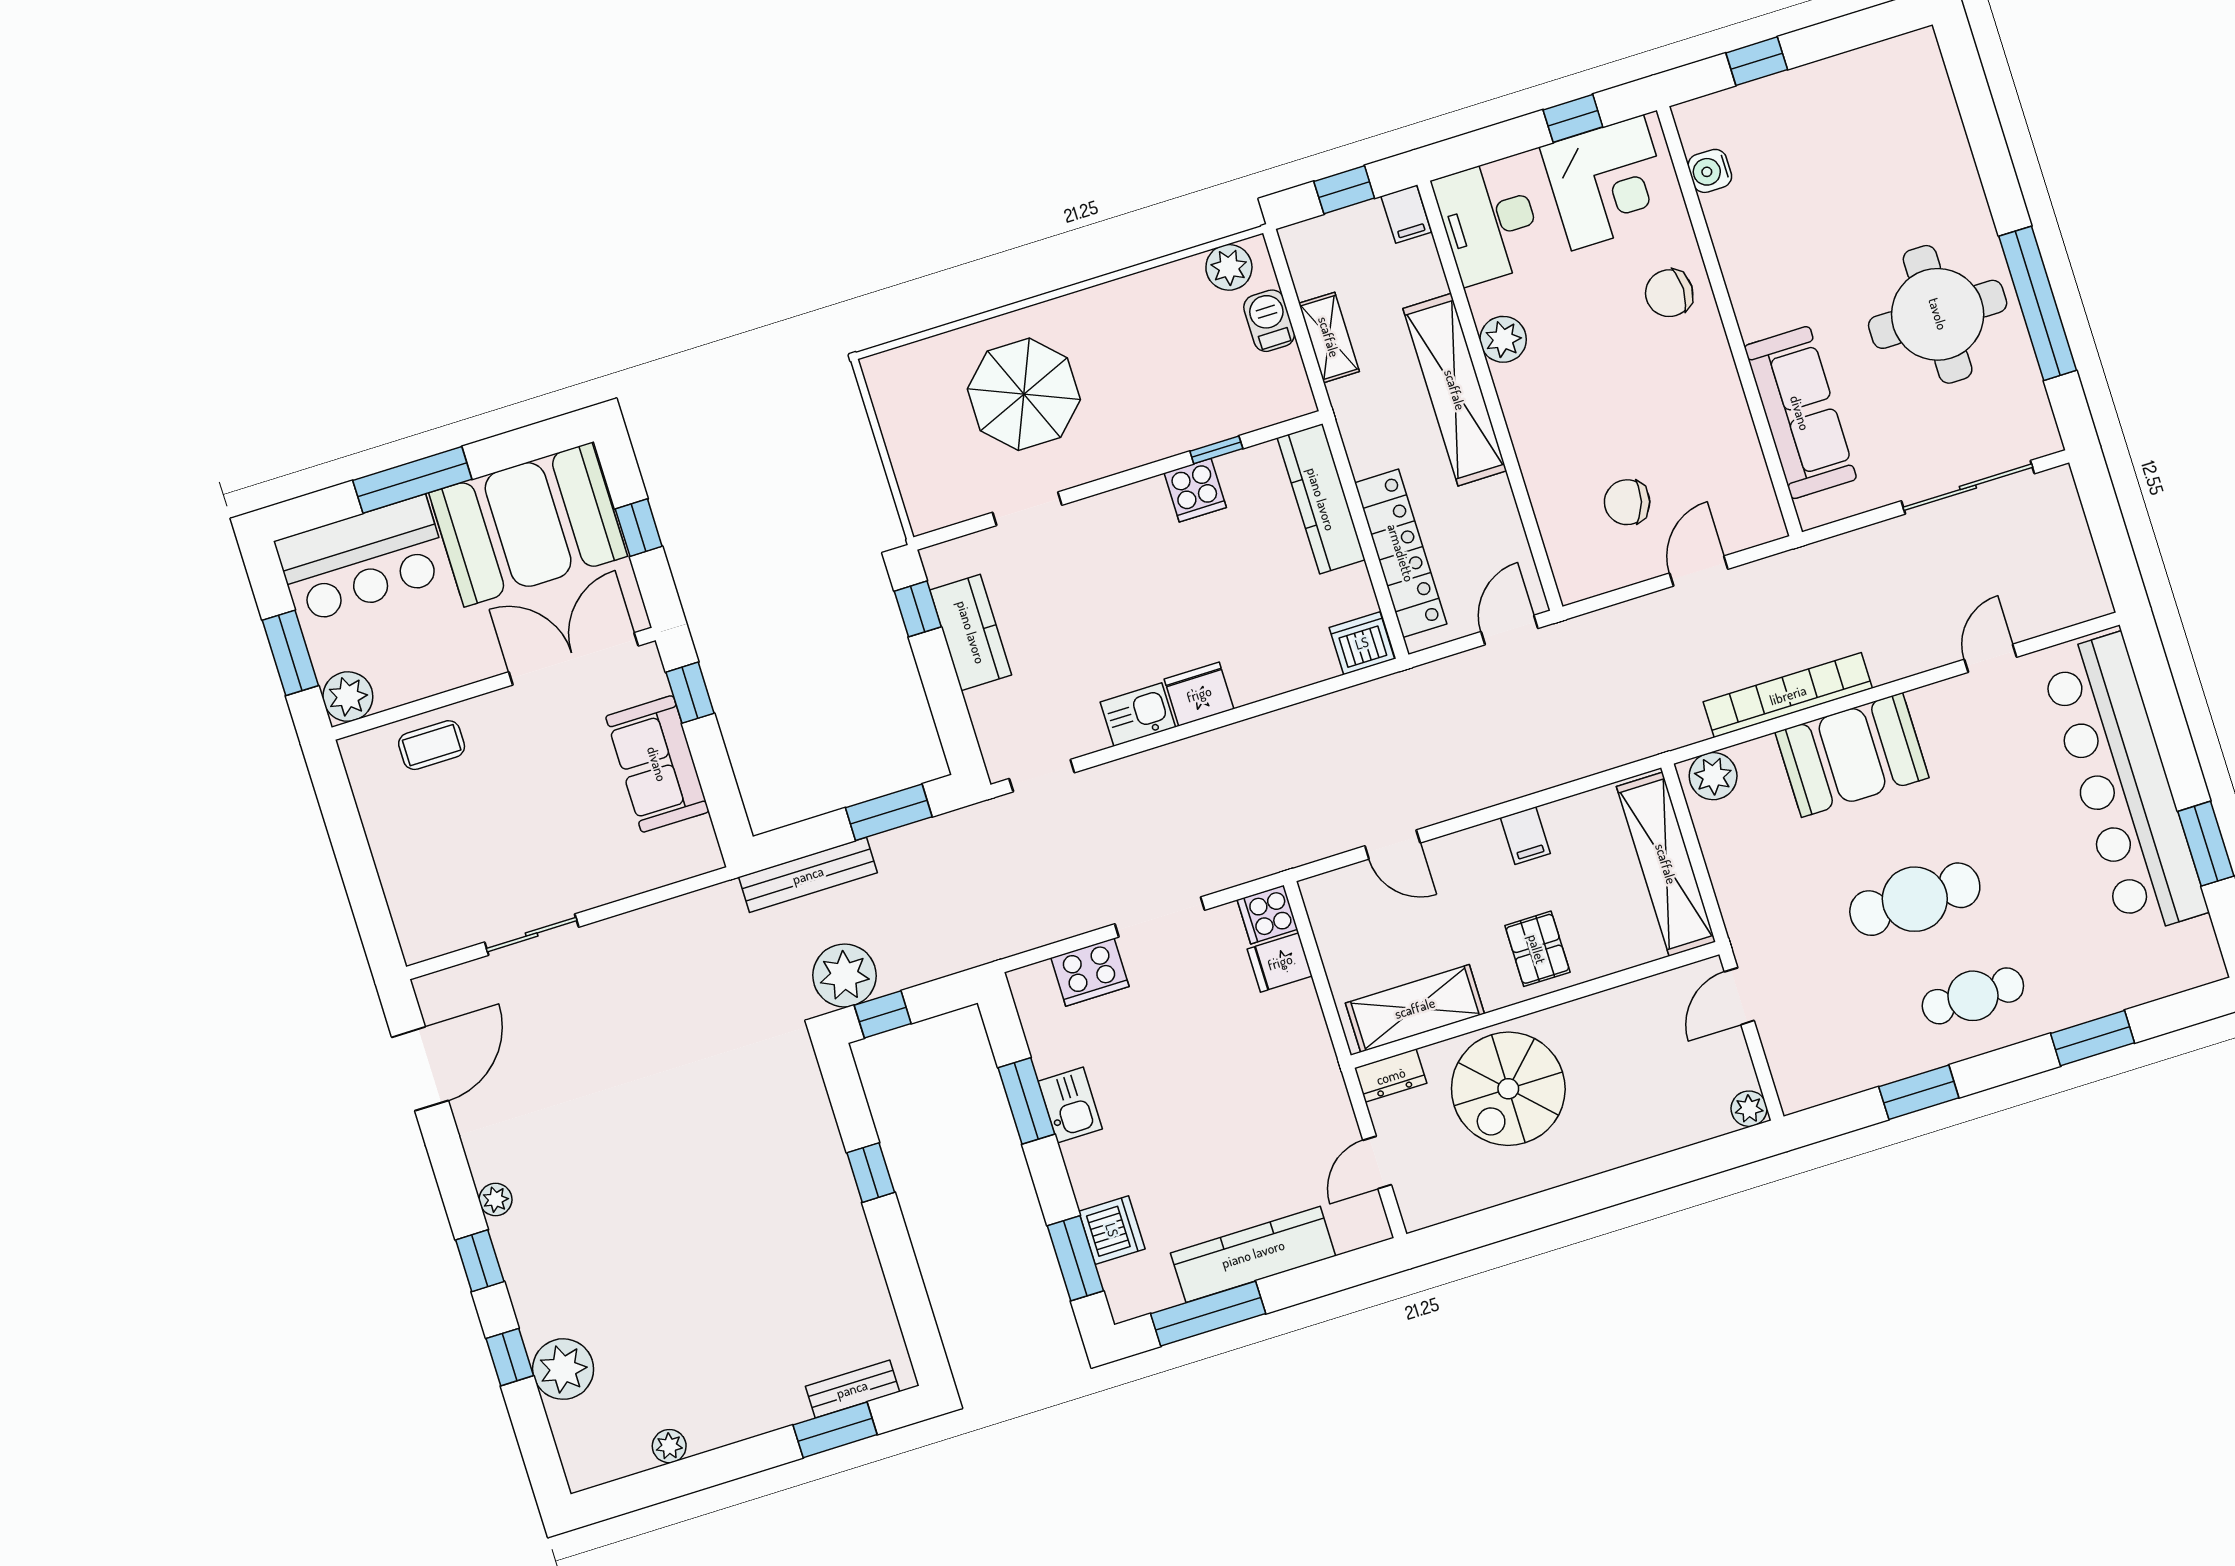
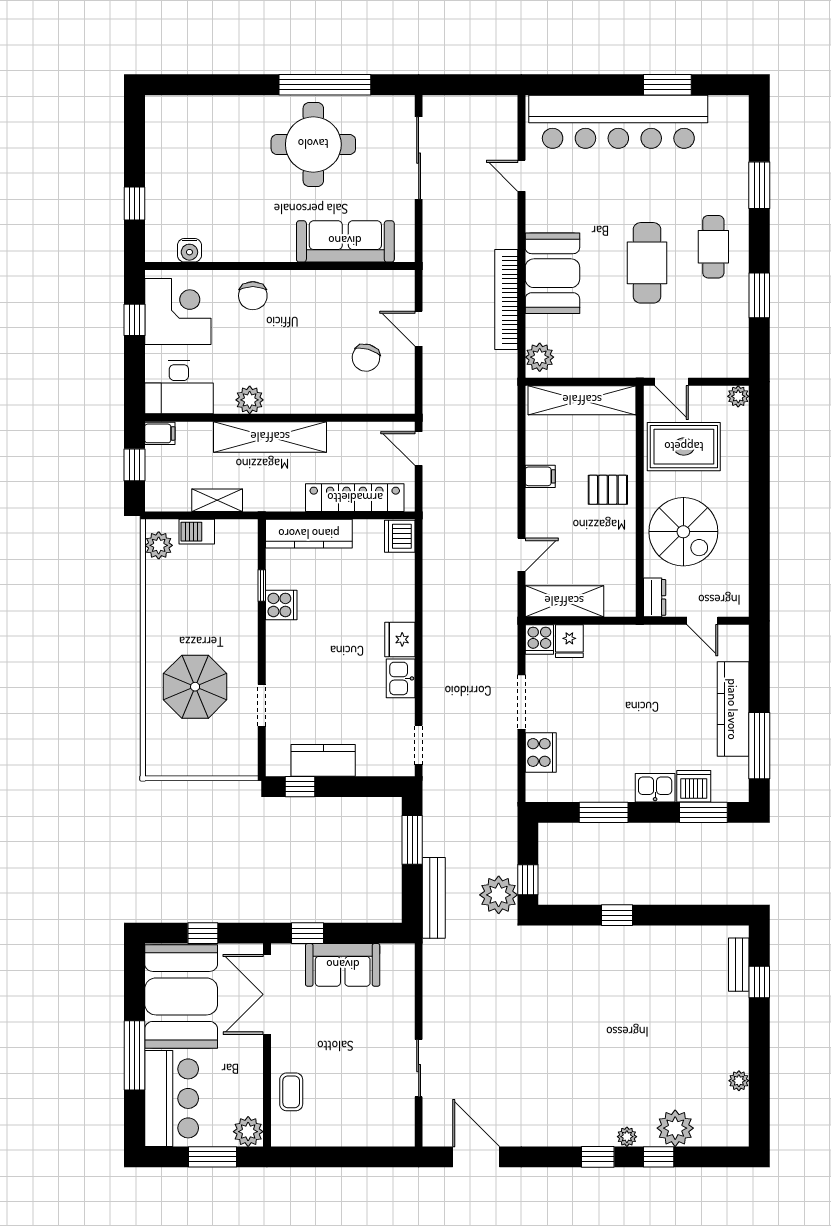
shelving: (1415, 1008) -> (564, 601), moved, turned 90
rug: (1643, 1048) -> (684, 447), added
kitchen sink: (1070, 1105) -> (655, 788), moved
plant: (496, 1200) -> (627, 1137), moved
window: (835, 1430) -> (759, 982), width x0.67

